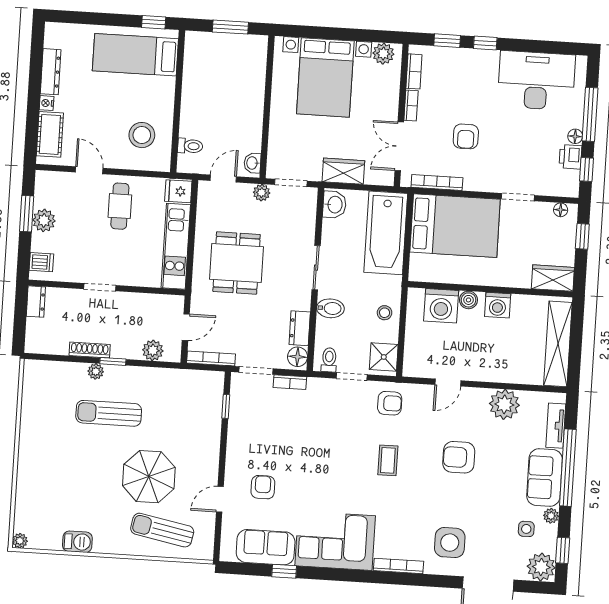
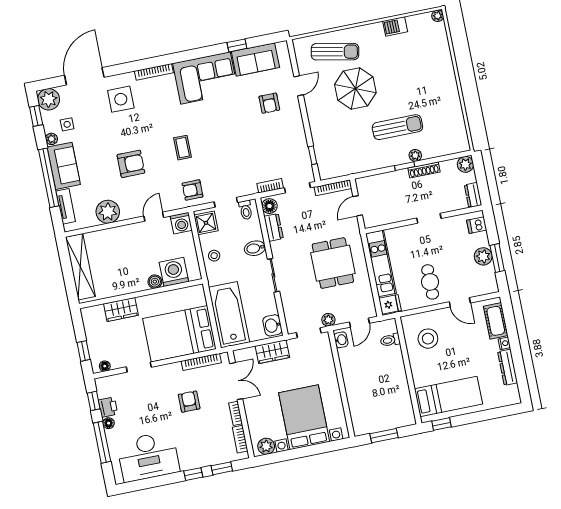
wardrobe: (553, 278) -> (121, 310), moved
washing machine: (498, 305) -> (181, 223), moved, turned 180
plant: (153, 350) -> (465, 164), moved

